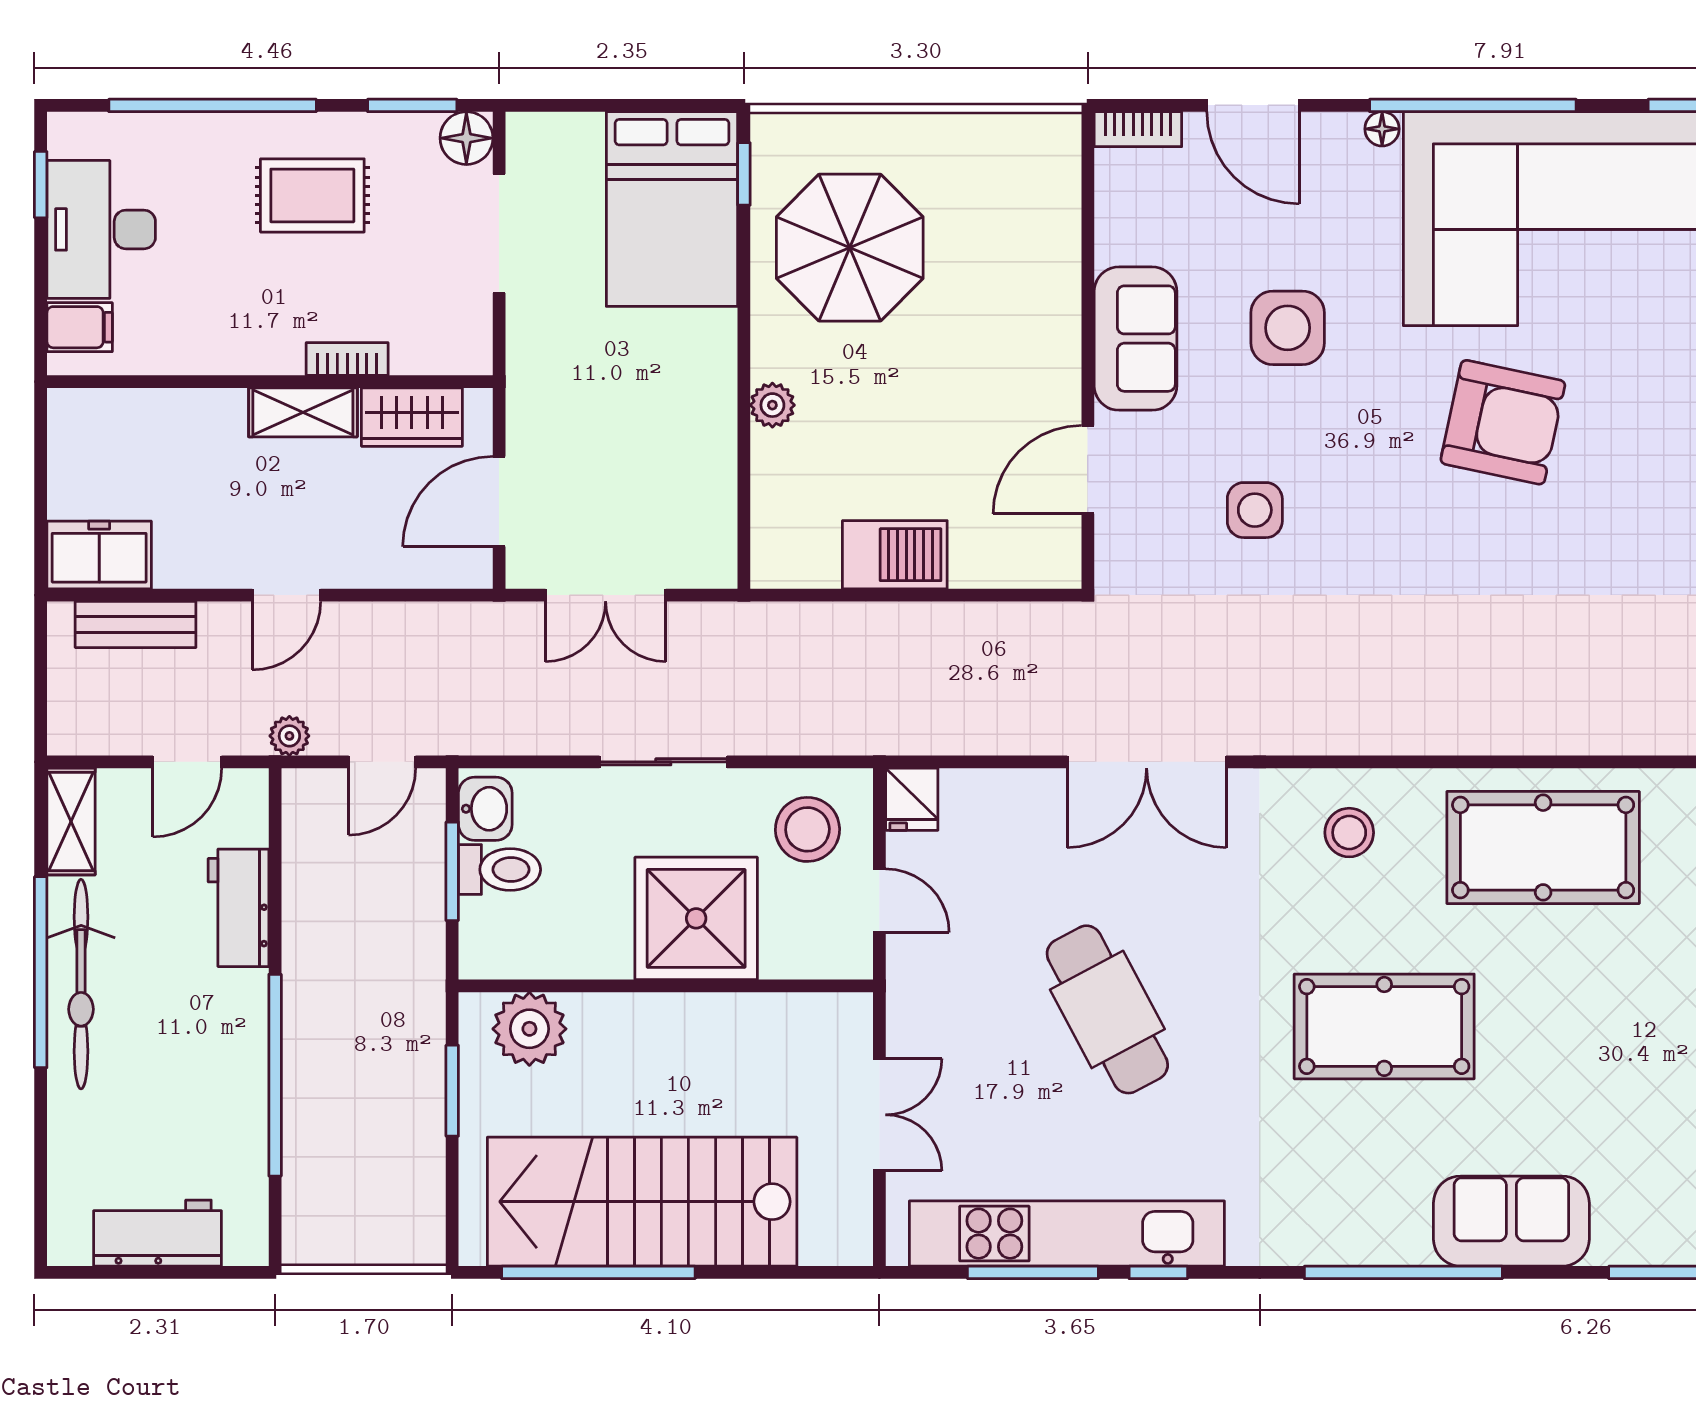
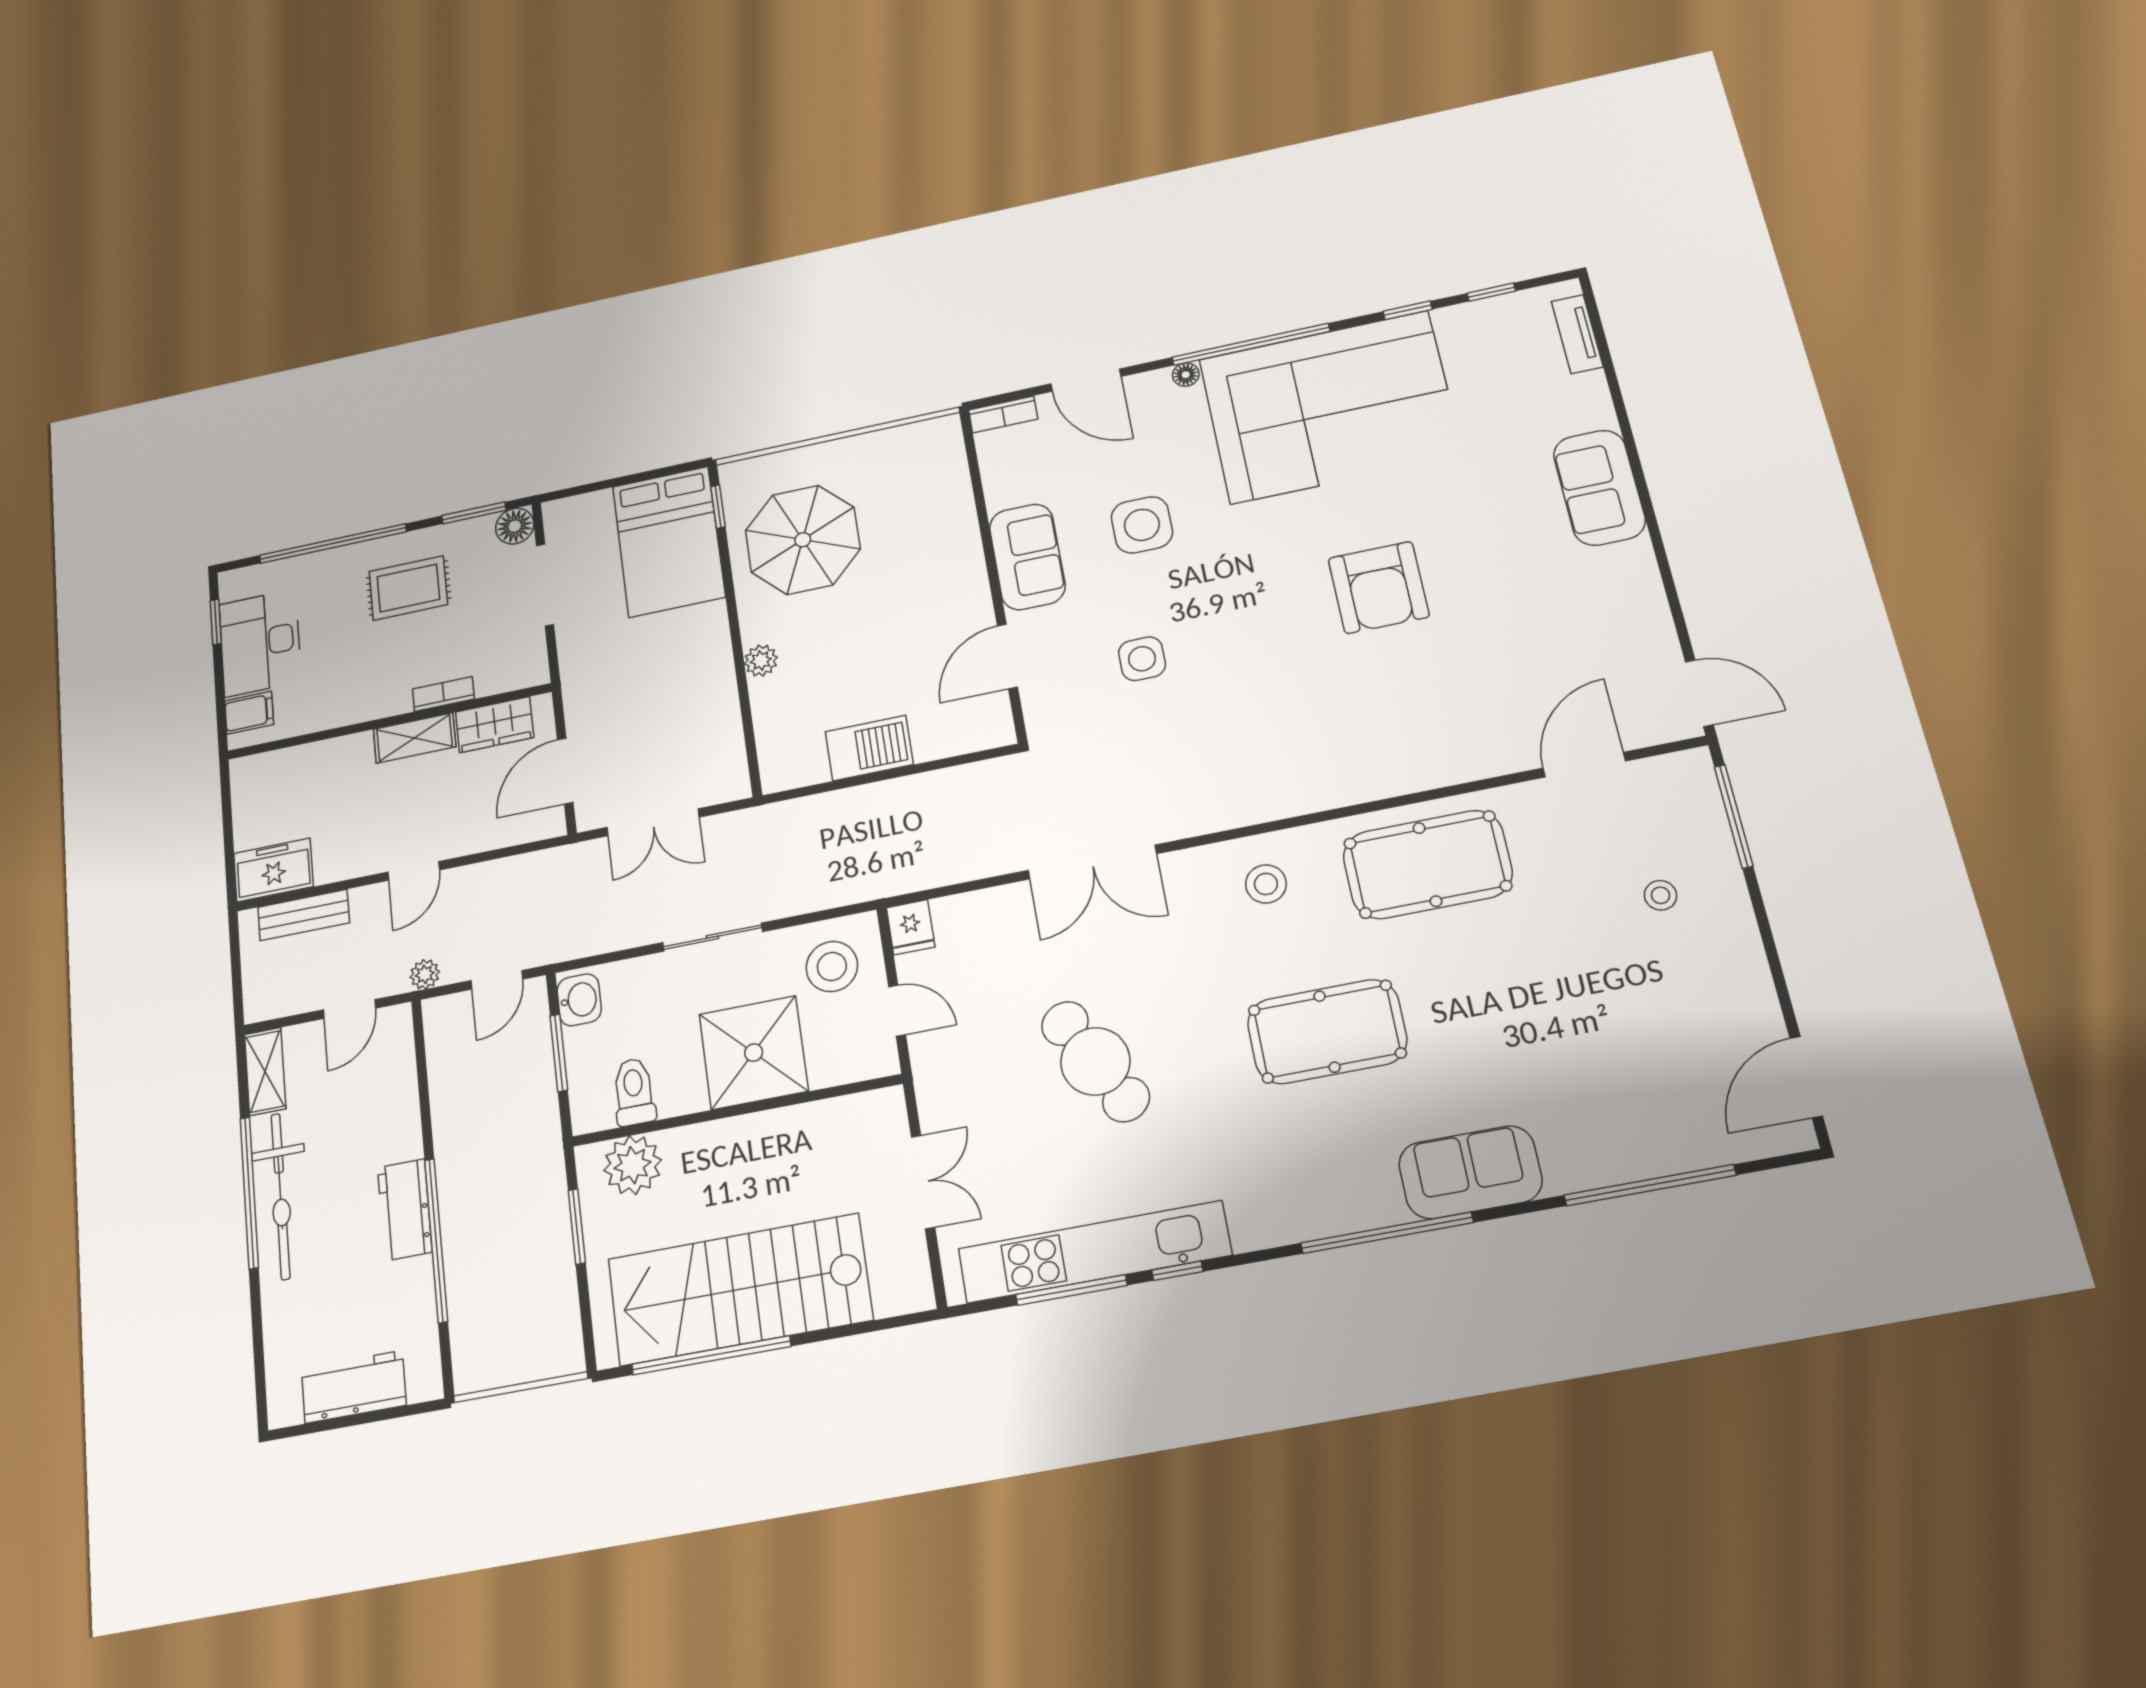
armchair: (1503, 422) -> (1379, 587), moved, turned 78
toilet: (500, 870) -> (634, 1092), moved, turned -90
workbench: (239, 908) -> (405, 1210), moved

